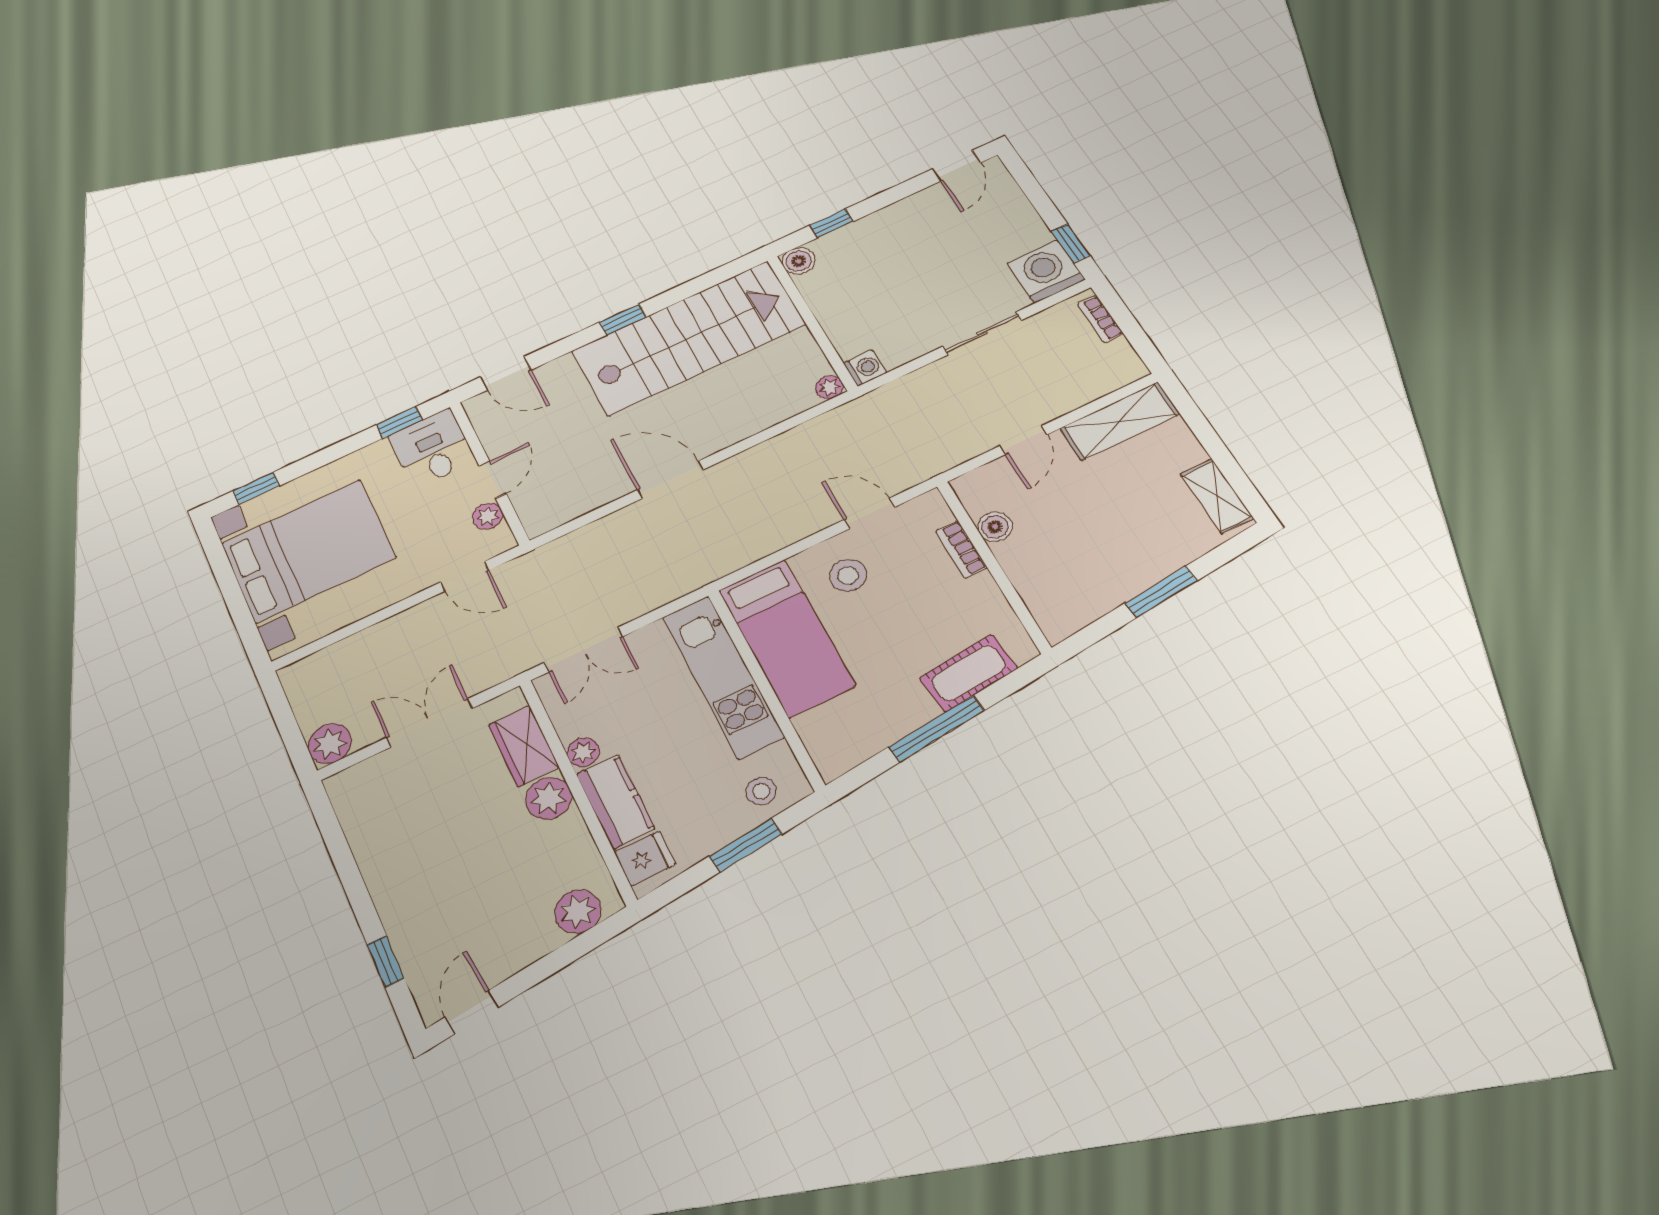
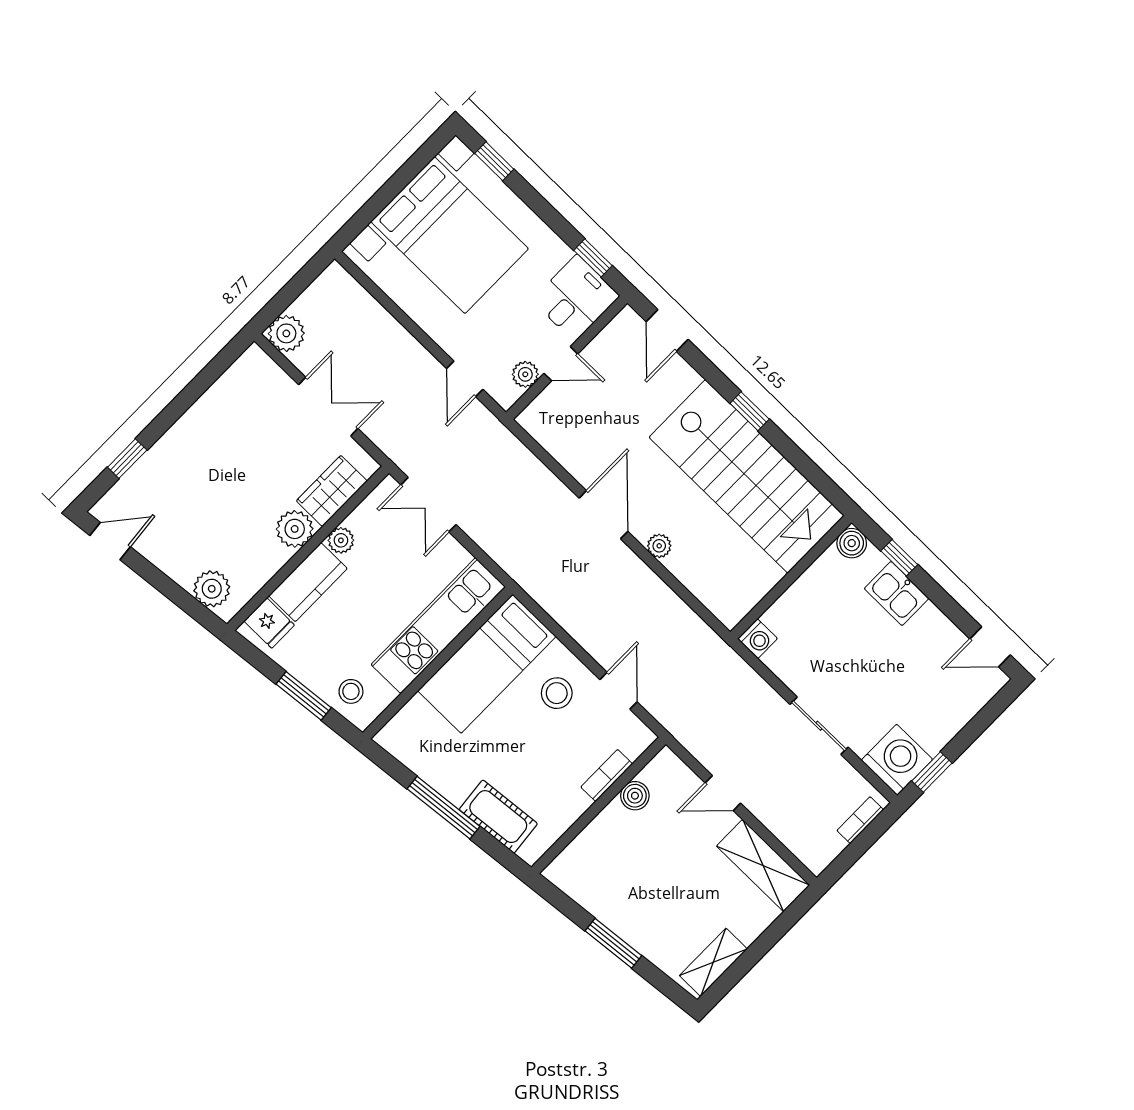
kitchen sink: (868, 234) -> (897, 593), added
plant: (829, 387) -> (659, 546), moved

